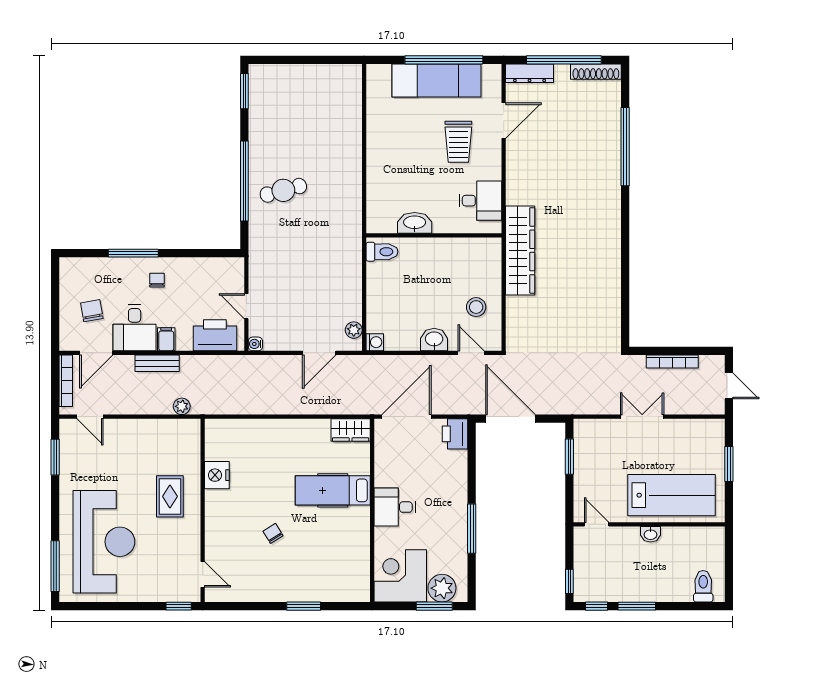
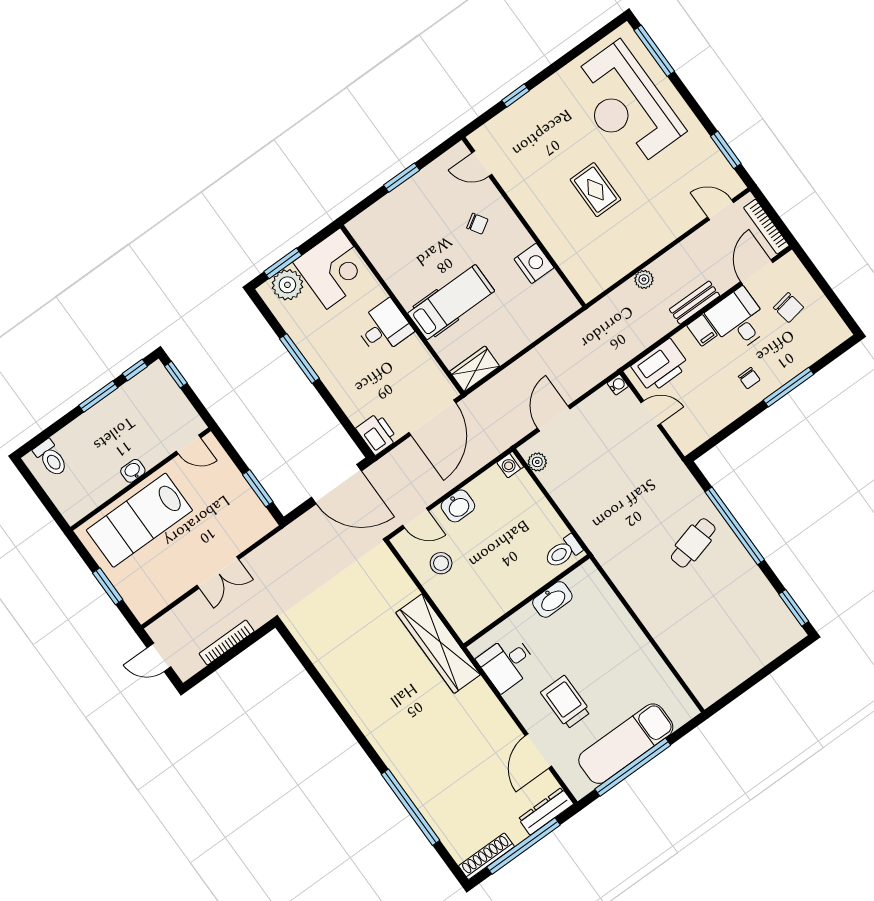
nightstand: (217, 475) -> (534, 263), moved
wall: (203, 510) -> (524, 222), moved
door: (203, 574) -> (482, 164), moved

